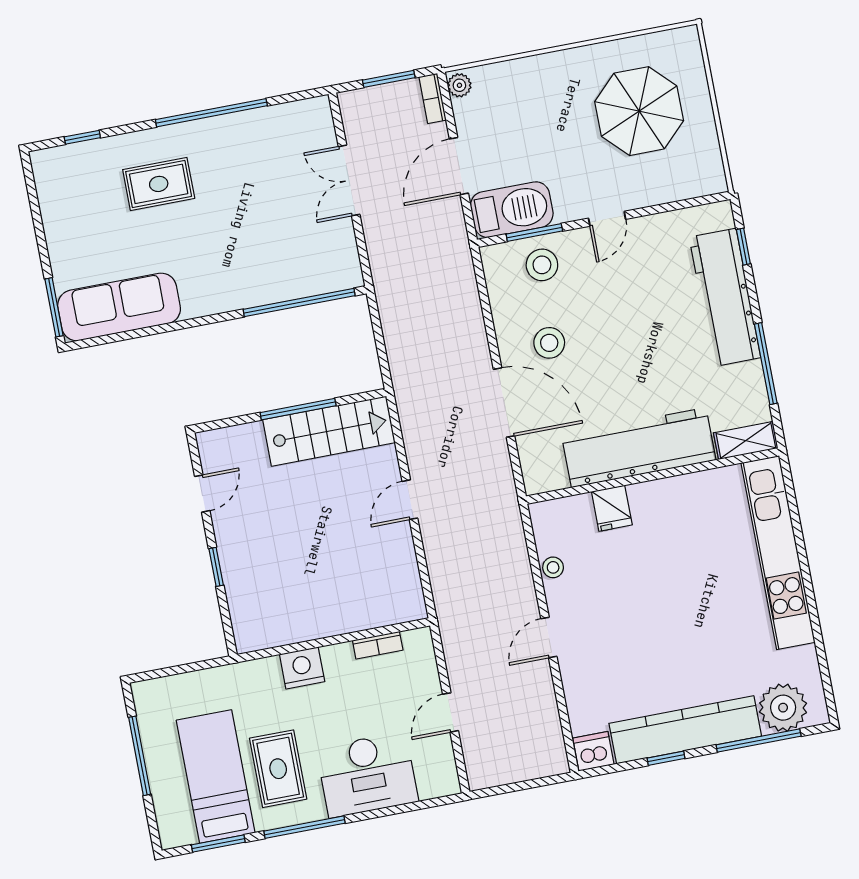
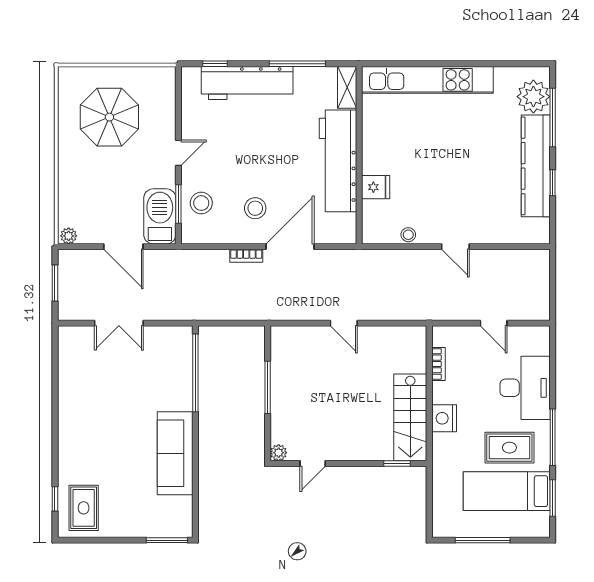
bookcase: (433, 98) -> (246, 256), moved
window: (211, 113) -> (55, 408), removed
rug: (159, 184) -> (84, 508), moved
door: (607, 219) -> (178, 153), hinge flipped
sofa: (119, 307) -> (175, 453), moved
stairs: (329, 431) -> (410, 417), moved, turned 180
plant: (208, 442) -> (279, 453), added
door: (202, 494) -> (313, 464), swing flipped
window: (216, 567) -> (397, 464), moved
dishwasher: (593, 751) -> (538, 231), removed

